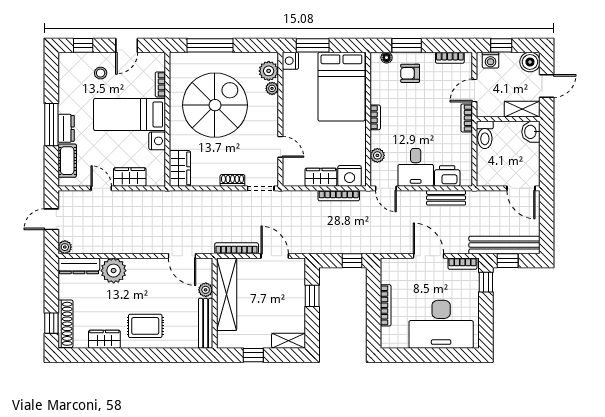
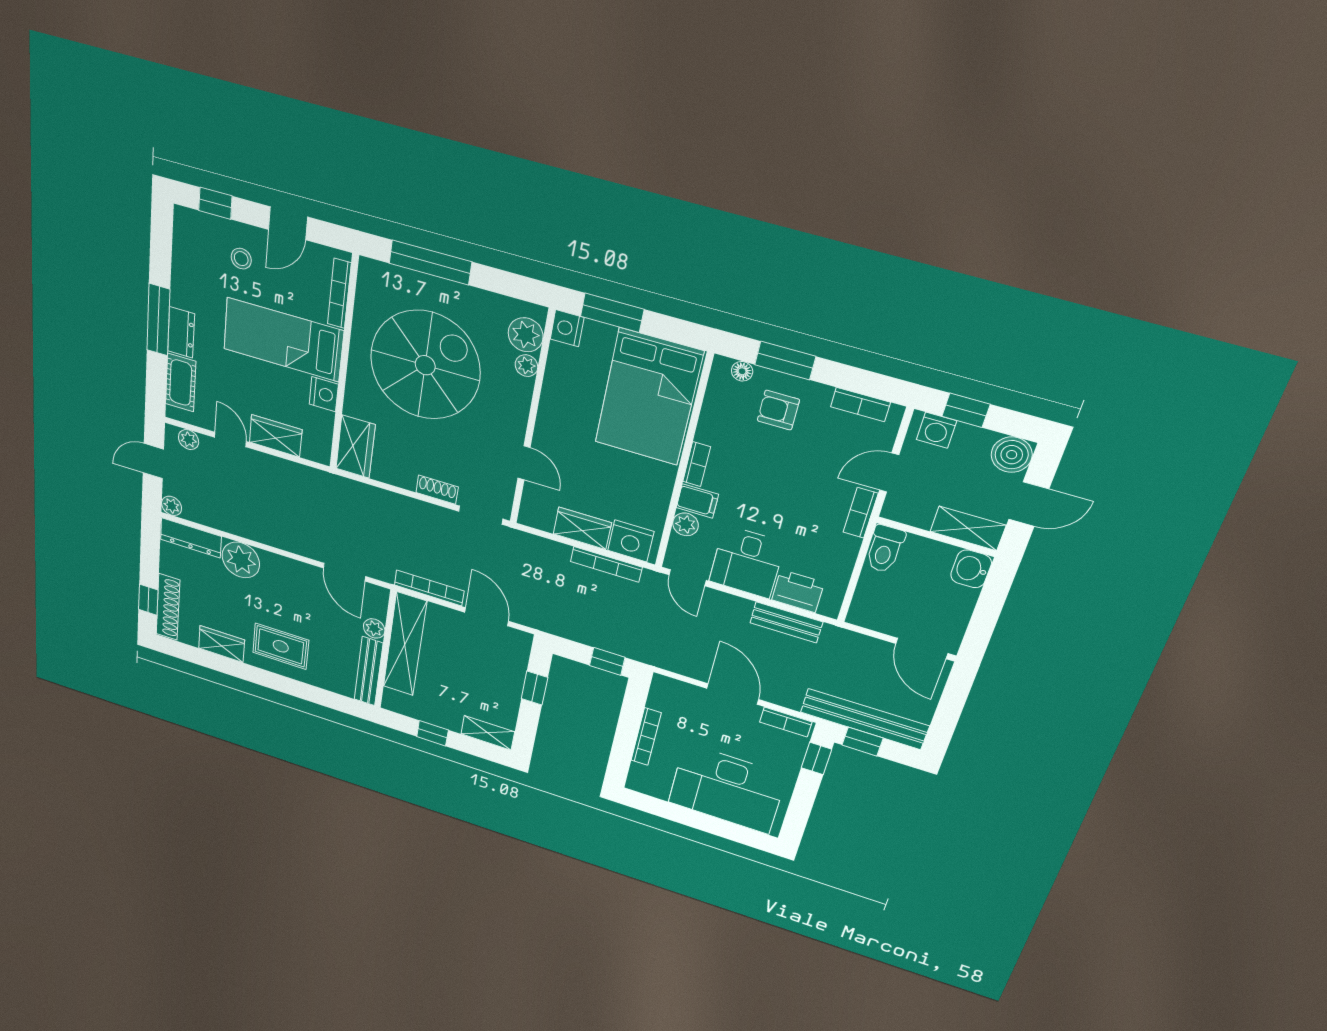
bookcase: (160, 84) -> (339, 293), width x1.56
filing cabinet: (381, 139) -> (697, 501), added
plant: (74, 197) -> (189, 440), added

